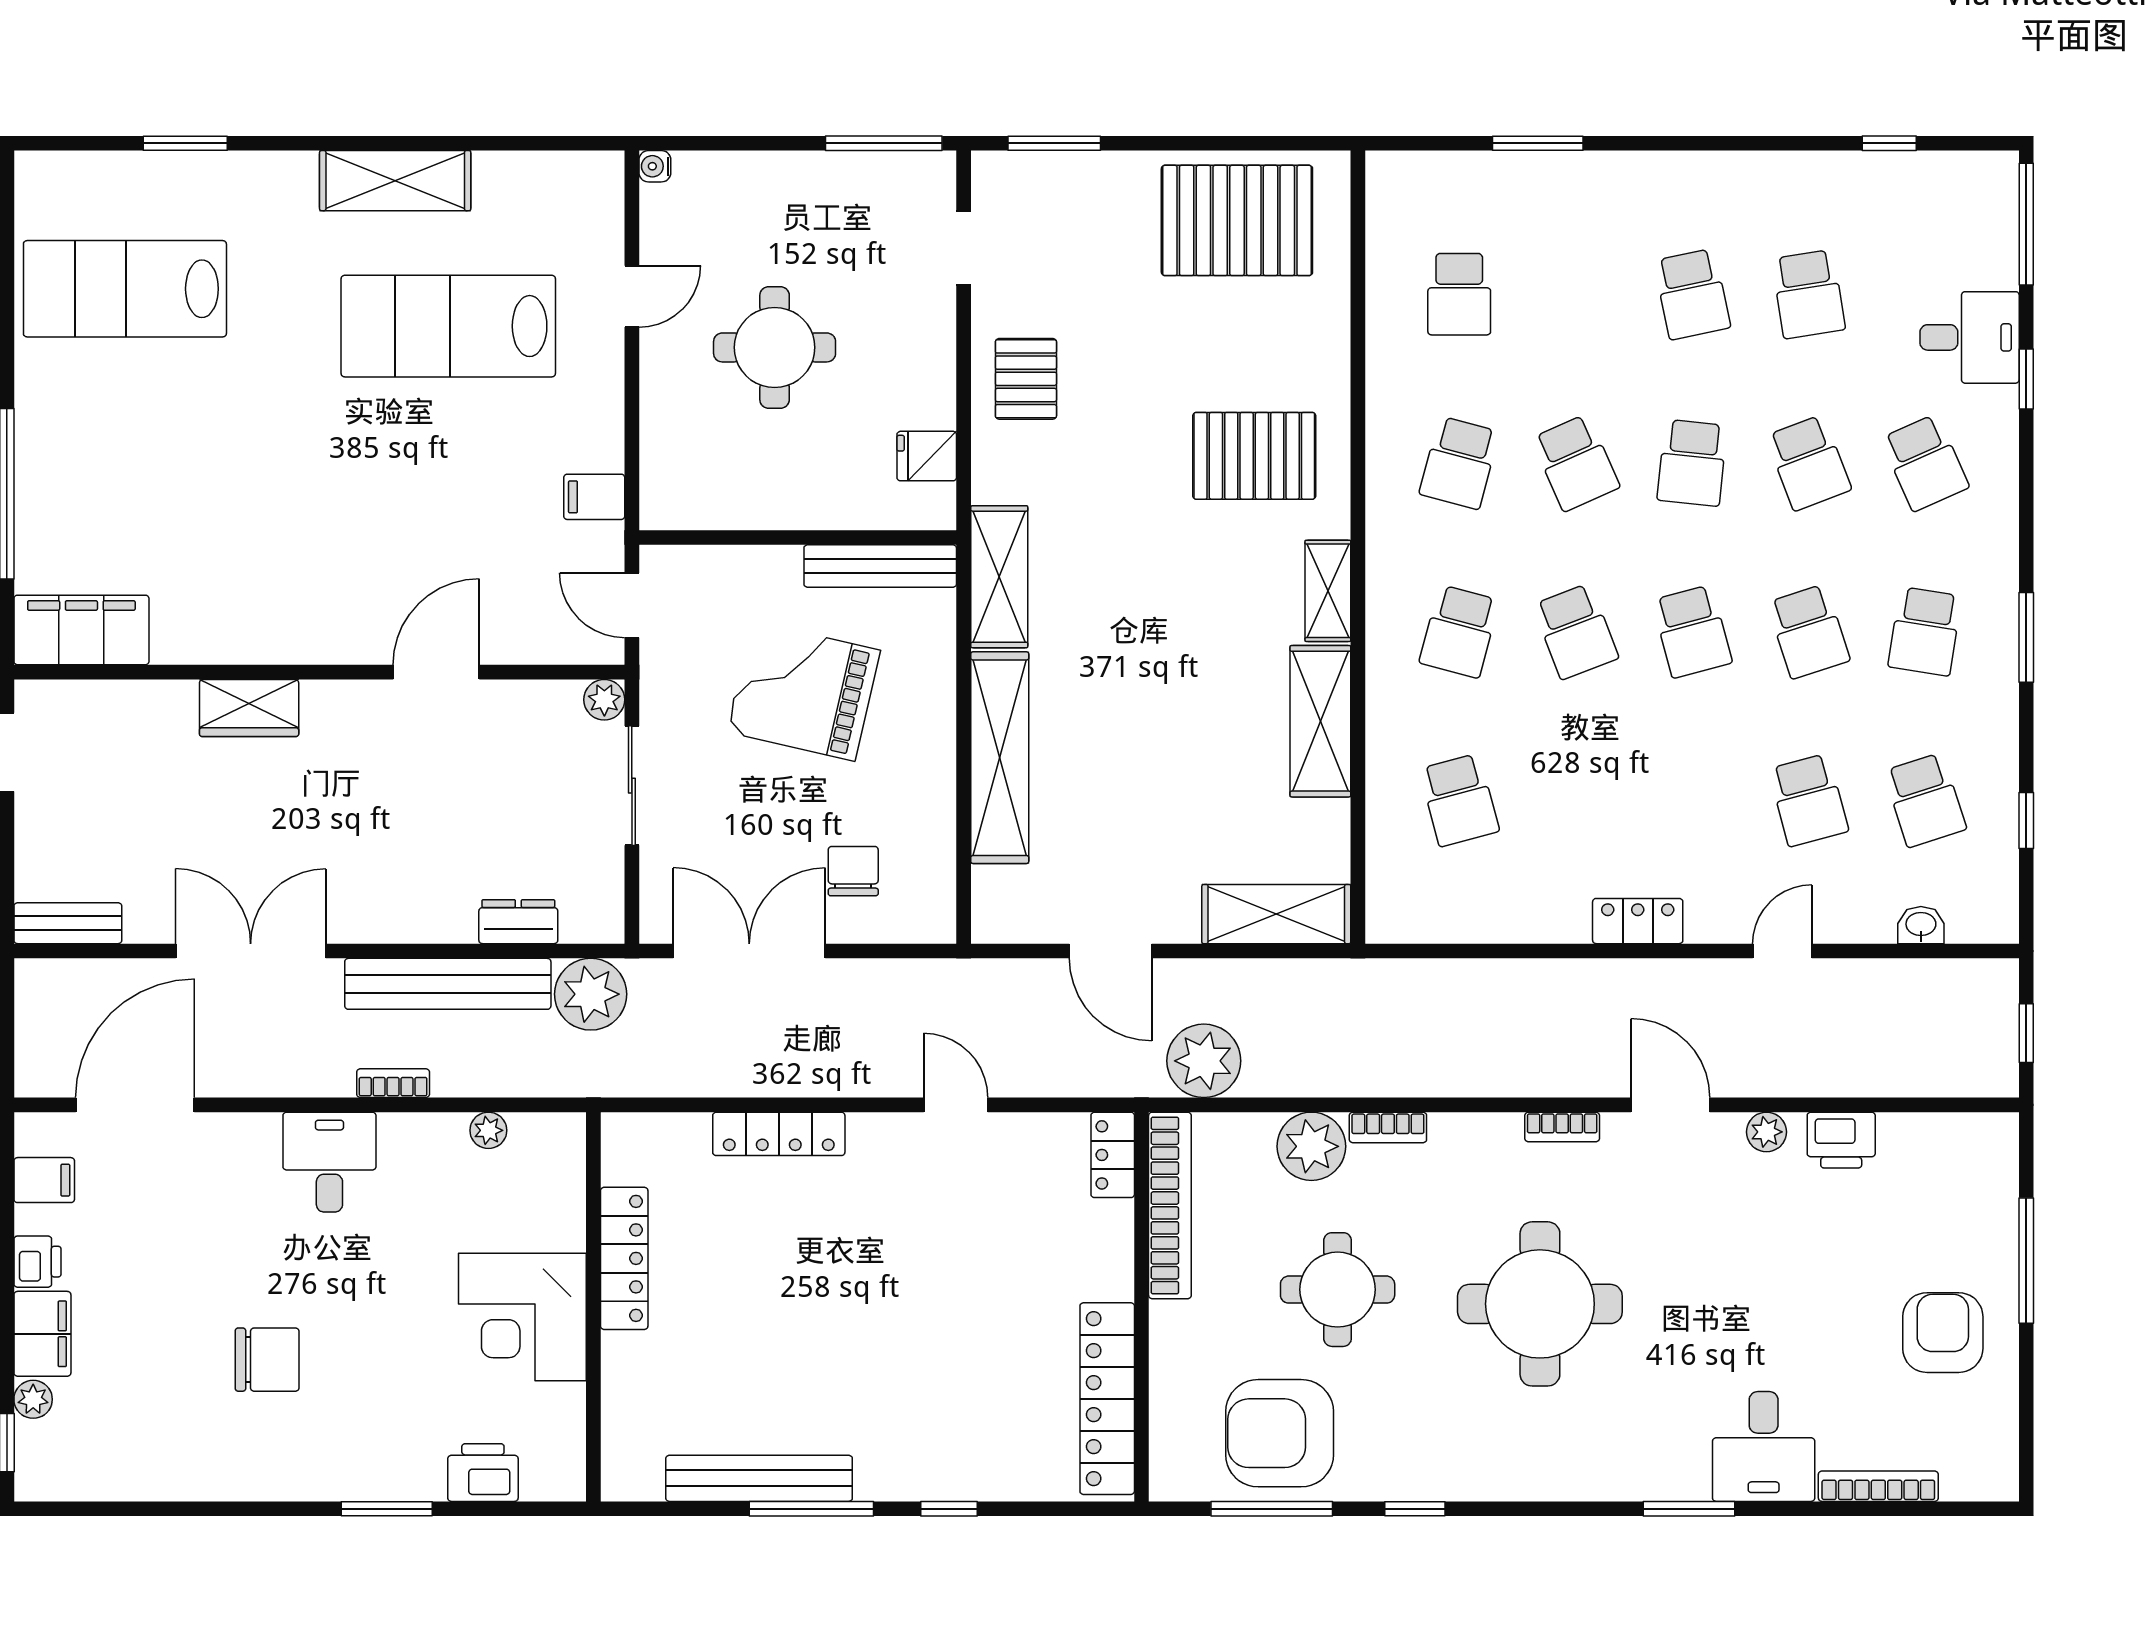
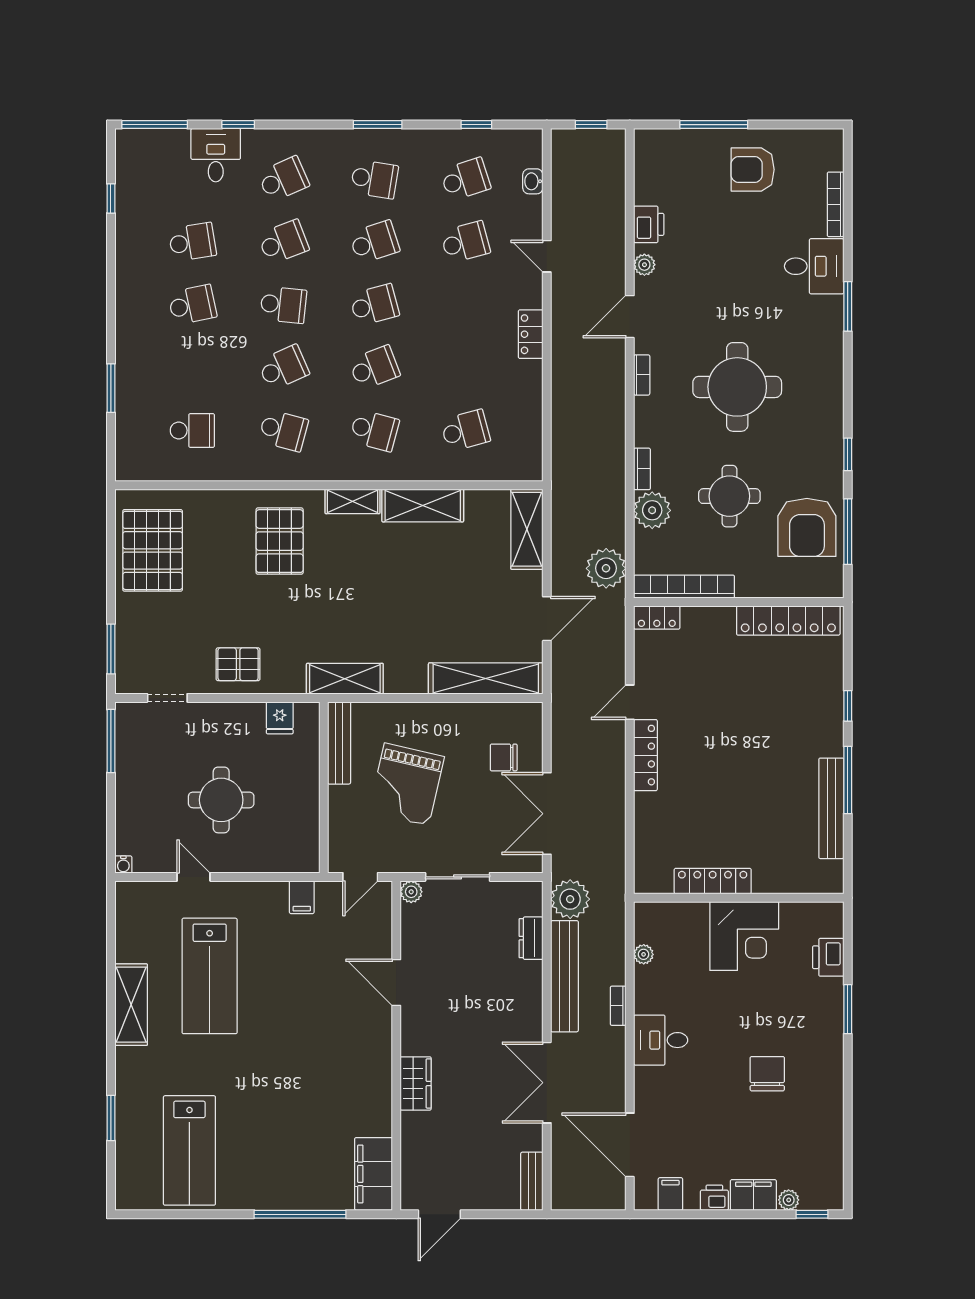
shelving: (1000, 758) -> (486, 678), moved
locker: (779, 1134) -> (645, 755), moved

